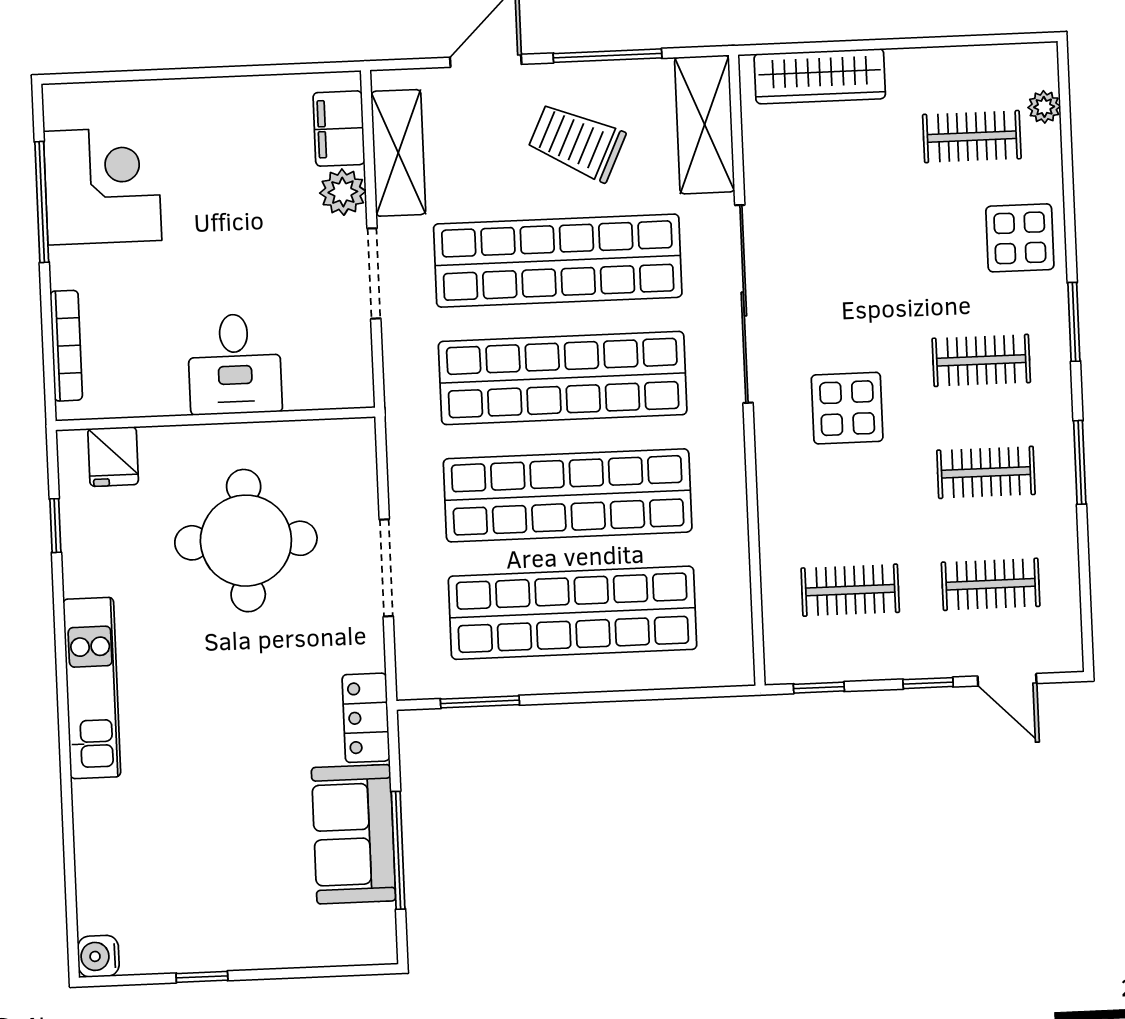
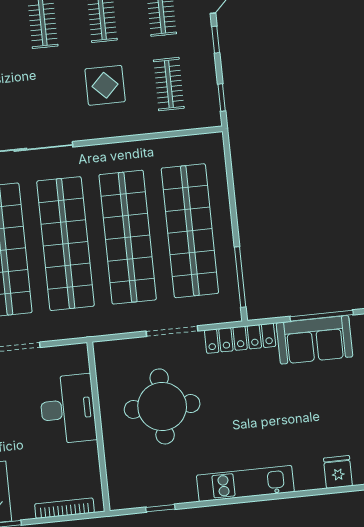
desk: (235, 364) -> (68, 409), width x1.37
display table: (847, 408) -> (105, 85), moved
fridge: (113, 457) -> (338, 472), moved, turned -90
window: (480, 702) -> (240, 277), width x1.44
locker: (366, 718) -> (240, 338), width x1.53

